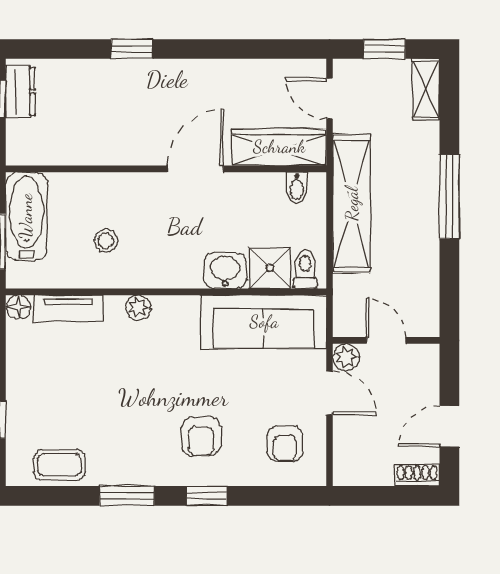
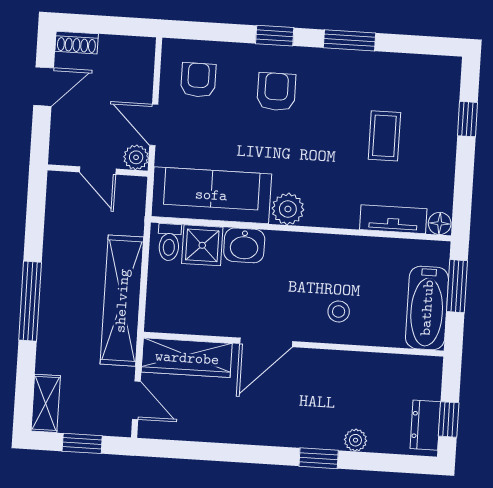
plant: (94, 71) -> (355, 440), added
bidet: (297, 188) -> (172, 319), removed
stool: (106, 241) -> (339, 311), moved
plant: (138, 308) -> (288, 209), moved, width x1.38, depth x1.38
coffee table: (59, 465) -> (384, 136), moved, turned 90

